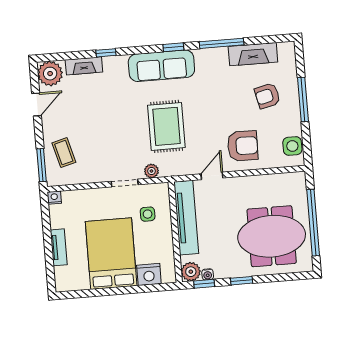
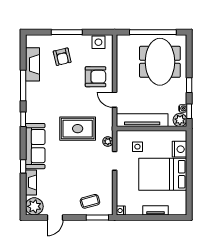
sofa: (161, 66) -> (35, 146), moved
door: (37, 105) -> (55, 218), swing flipped
armchair: (243, 146) -> (96, 77), turned 89

